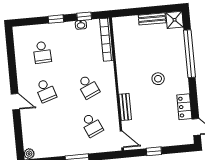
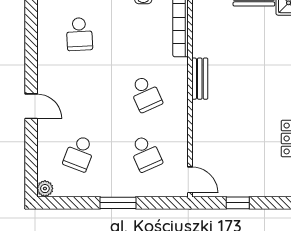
stool: (158, 79) -> (255, 91), removed
school desk: (46, 91) -> (79, 153), moved, turned 39
bench: (125, 107) -> (200, 79), moved

